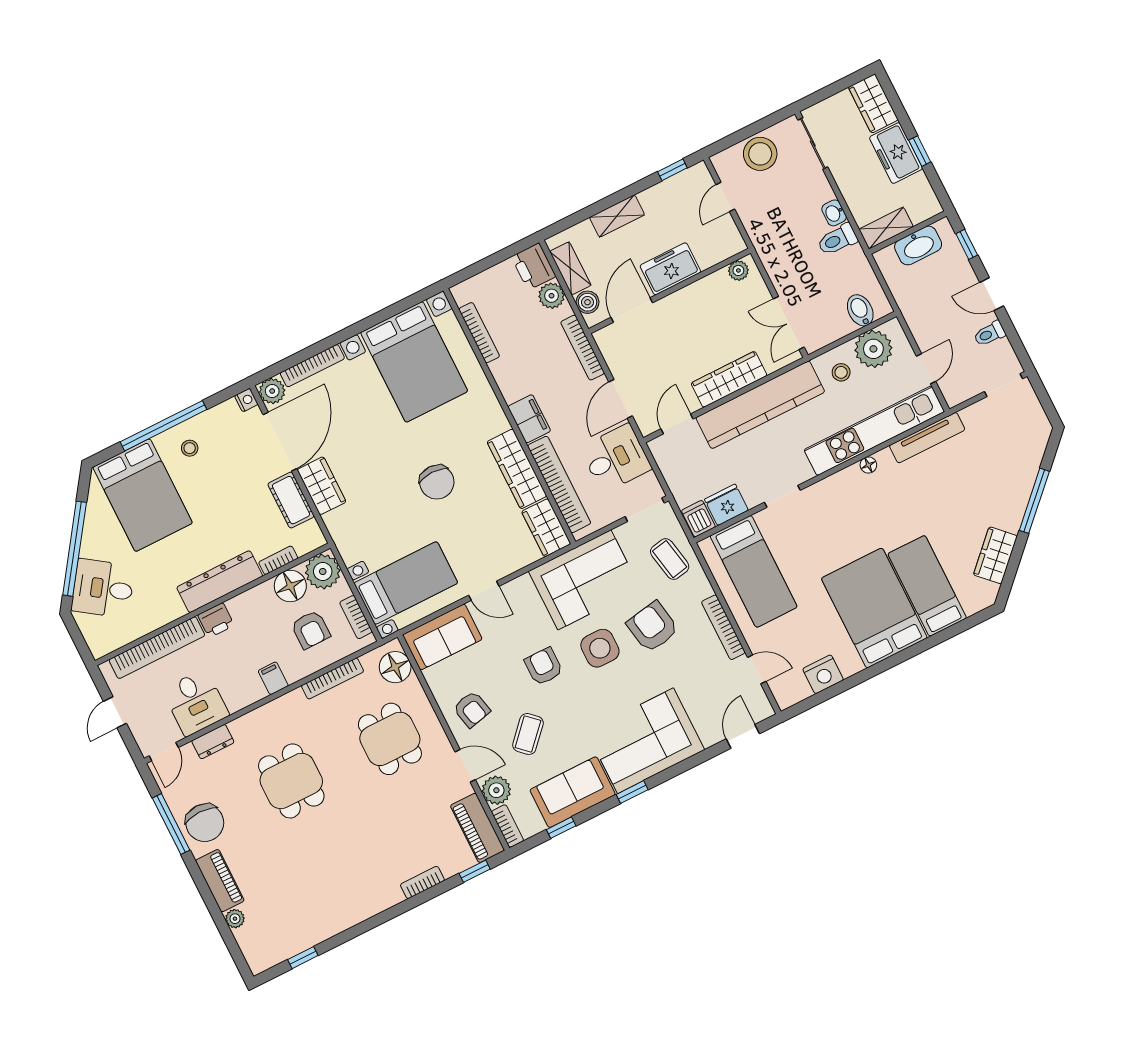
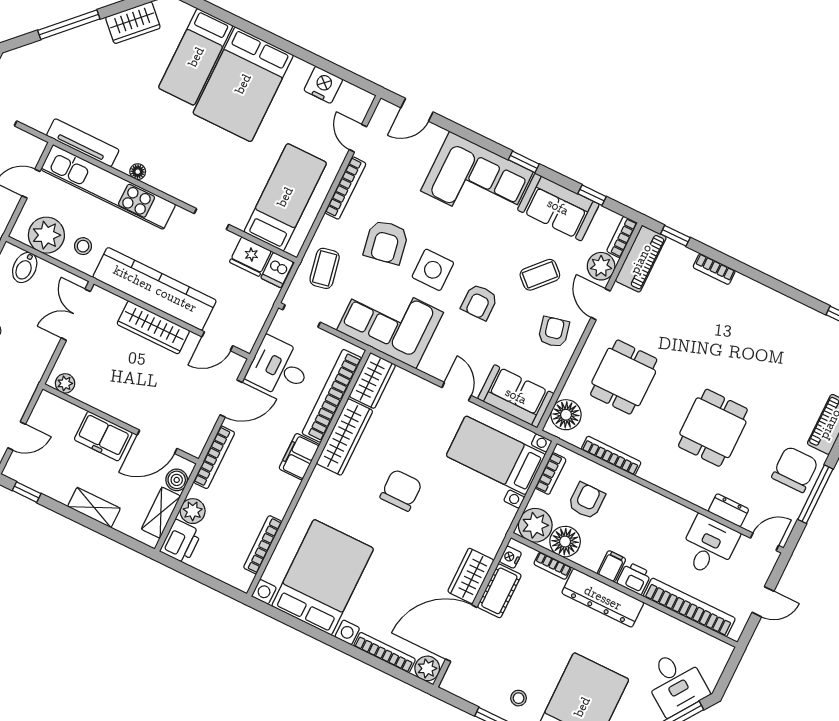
double door: (789, 323) -> (76, 315), swing flipped
nightstand: (246, 400) -> (510, 557), moved
filing cabinet: (273, 678) -> (611, 566), moved, turned 180

